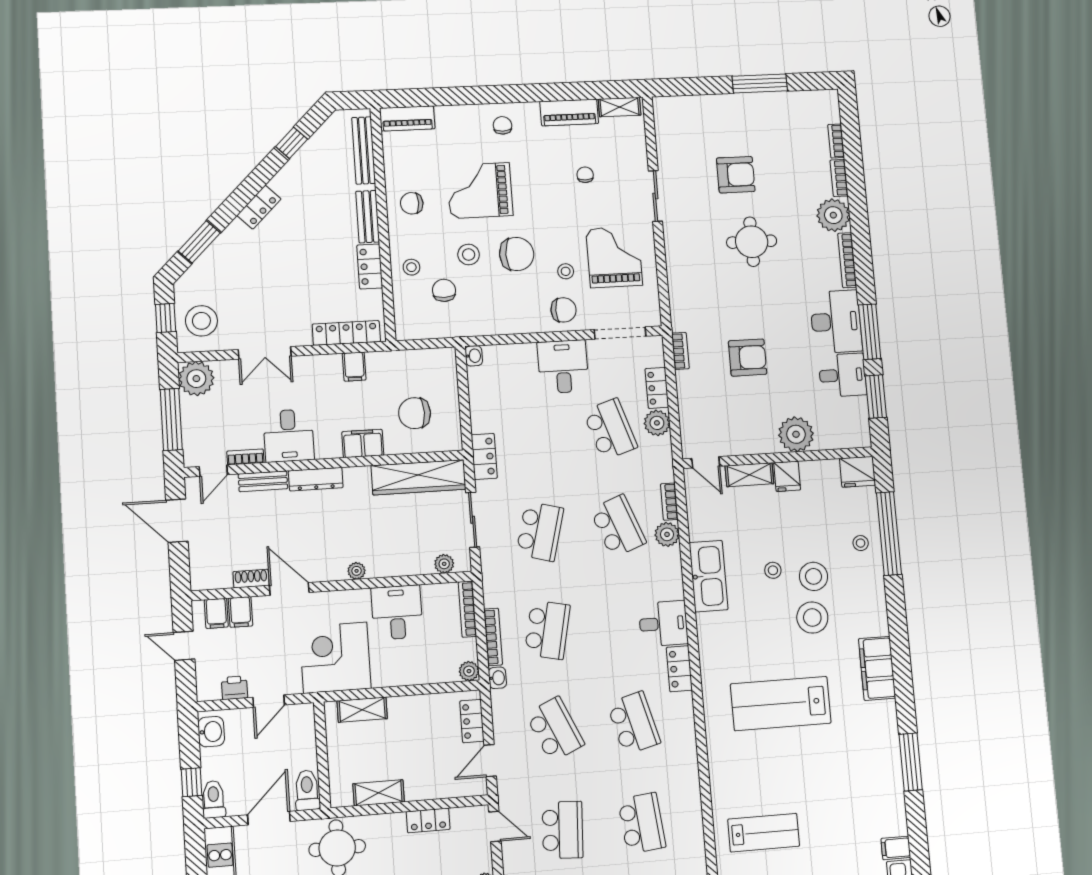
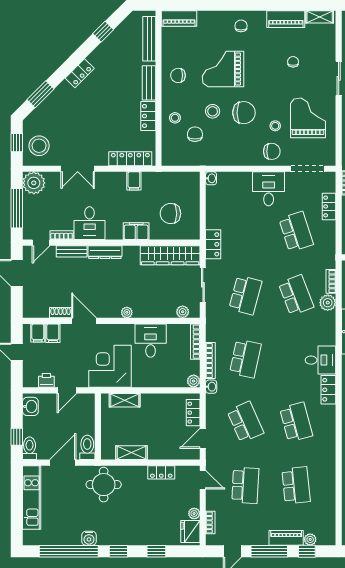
plant: (657, 423) -> (327, 229), removed

